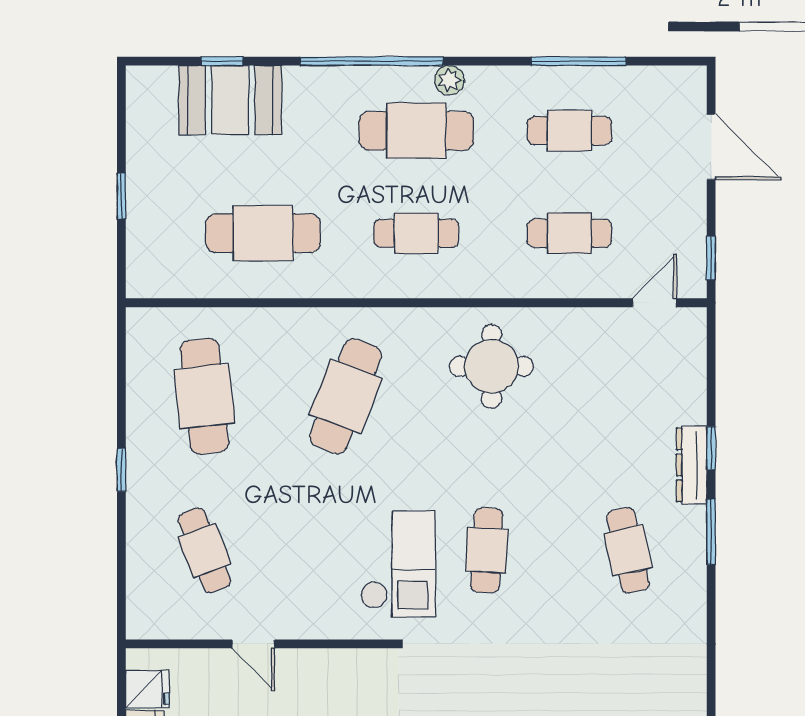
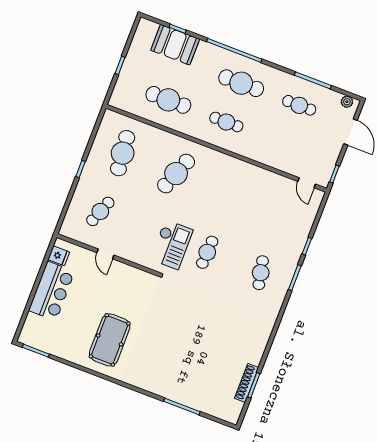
plant: (449, 80) -> (347, 102), moved
cafe table: (569, 233) -> (284, 144), removed
door: (655, 303) -> (307, 183), swing flipped
round table: (492, 366) -> (236, 183), removed
dresser: (692, 465) -> (297, 250), removed
cafe table: (204, 550) -> (100, 211), turned 42

